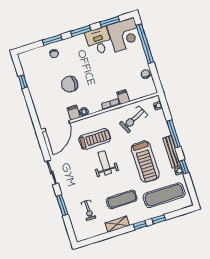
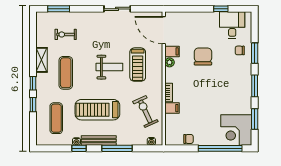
desk: (99, 41) -> (232, 25), moved, turned -90
exercise mat: (164, 195) -> (56, 118), width x0.73, depth x0.69
window: (62, 205) -> (59, 9), moved

